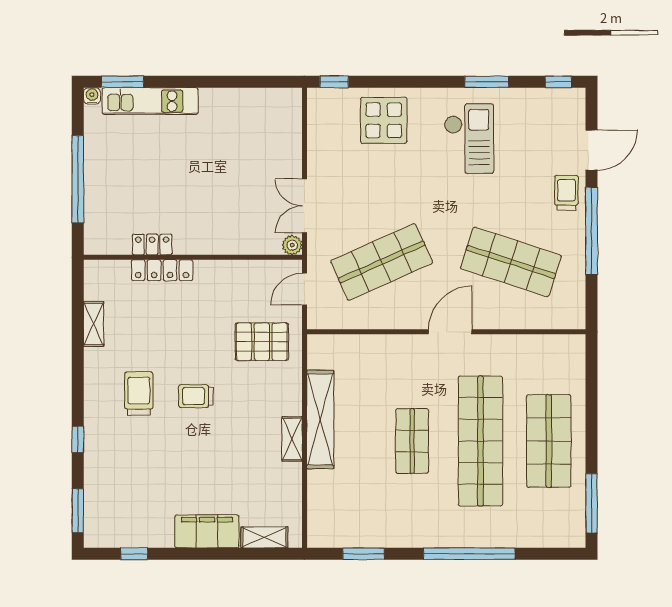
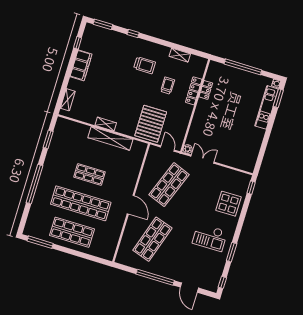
trolley: (566, 193) -> (175, 271), removed
shop shelf: (382, 262) -> (169, 185), turned 45
pallet: (262, 342) -> (151, 124), width x1.37, depth x1.41
trolley: (196, 396) -> (168, 86), moved
filing cabinet: (207, 531) -> (81, 65), moved

